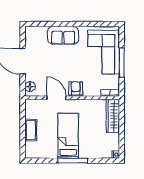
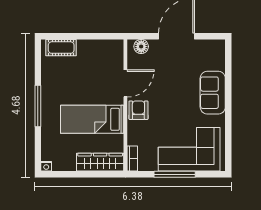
armchair: (76, 88) -> (138, 110), turned -90
cot: (31, 130) -> (61, 48), moved
bed: (68, 136) -> (92, 119), moved, turned 180

